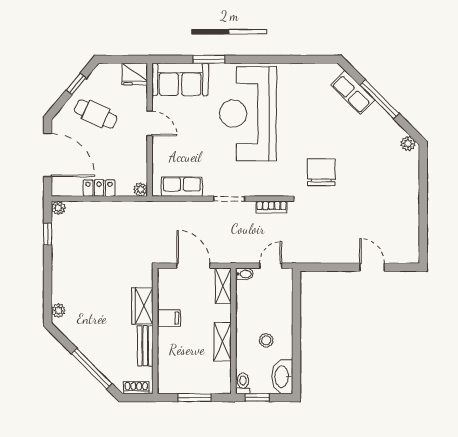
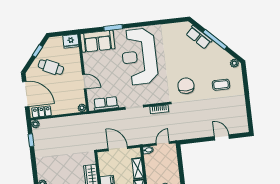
door: (150, 124) -> (84, 82), moved
coffee table: (381, 177) -> (221, 85), added
locker: (99, 188) -> (42, 112), moved
shelving: (223, 286) -> (138, 168), moved

